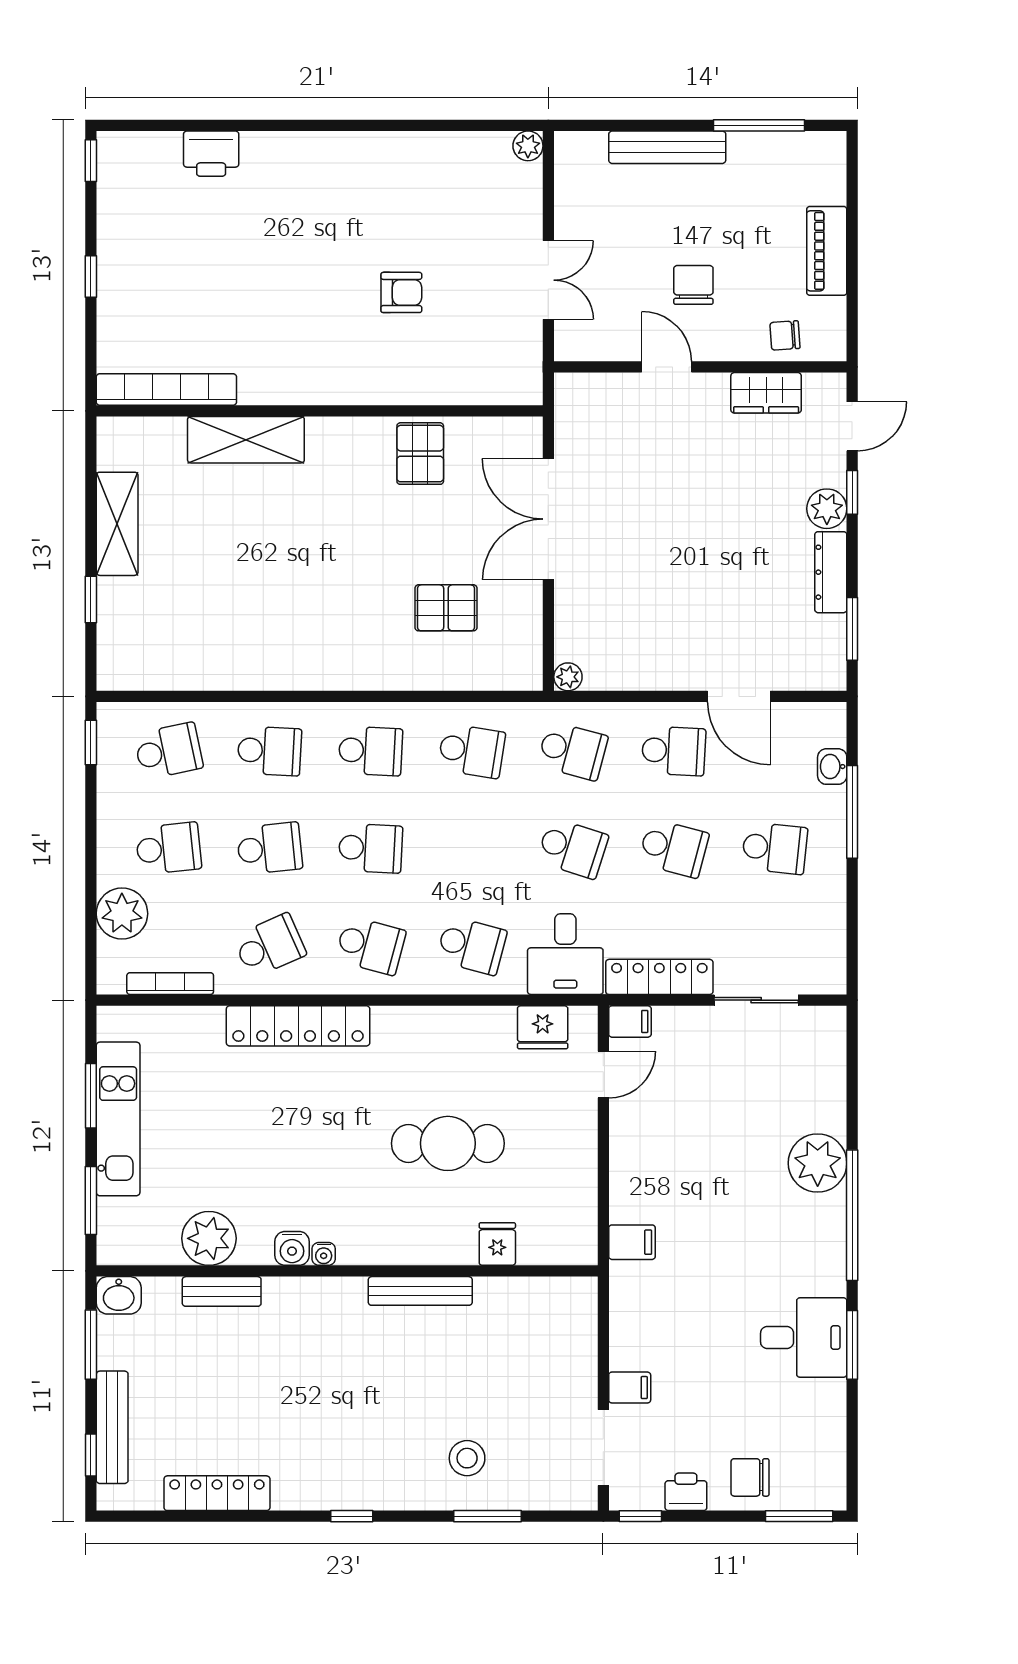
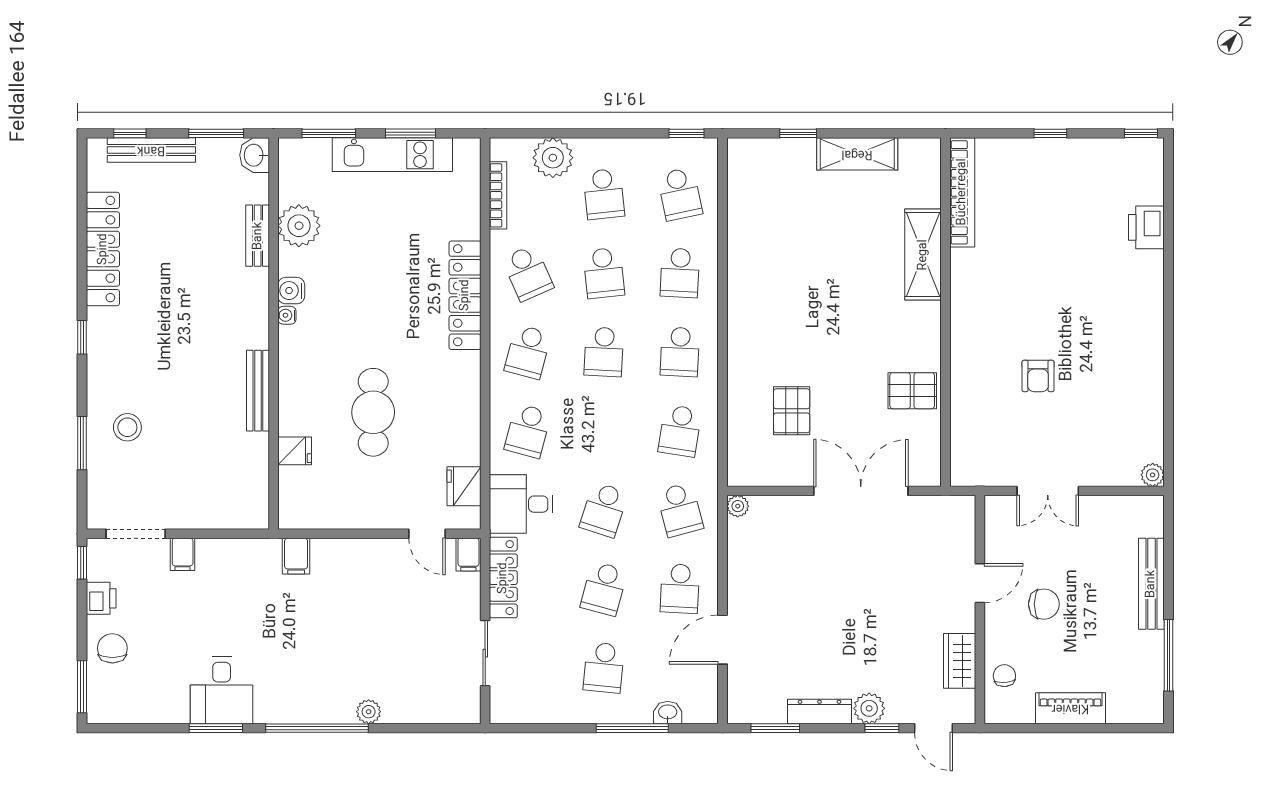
school desk: (573, 751) -> (680, 510), turned -30
plant: (818, 1163) -> (369, 712), width x0.53, depth x0.53
locker: (217, 1493) -> (103, 249), width x1.41, depth x1.21

